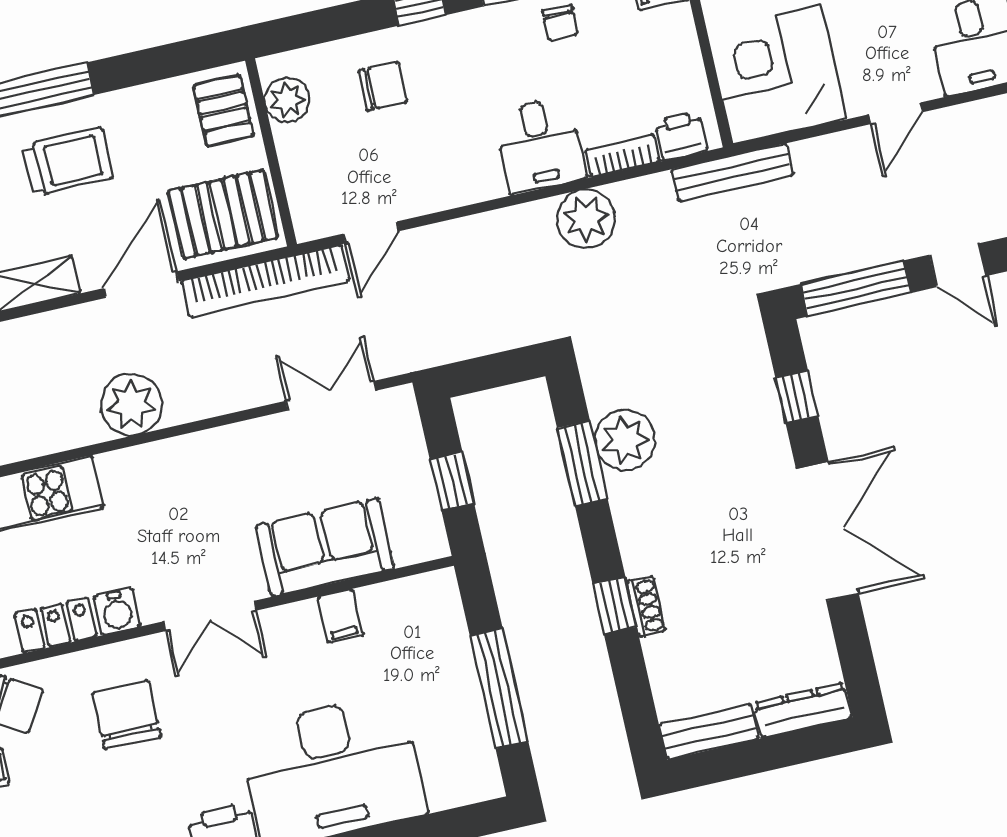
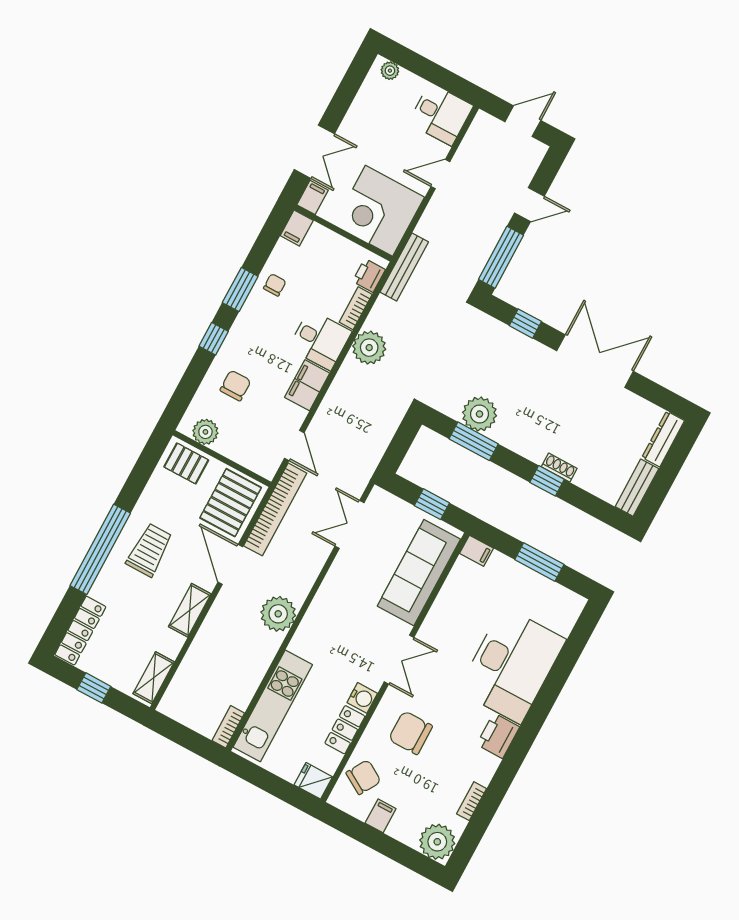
chair: (560, 23) -> (275, 285), turned -90
door: (896, 113) -> (440, 174), swing flipped
filing cabinet: (465, 180) -> (307, 385), added
sofa: (325, 547) -> (419, 573), width x1.36
filing cabinet: (340, 616) -> (476, 551), moved
window: (499, 689) -> (539, 562), width x0.69

